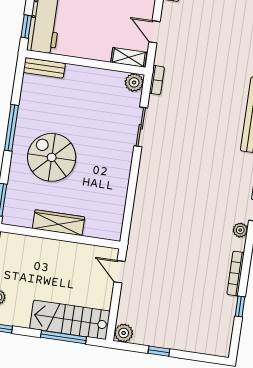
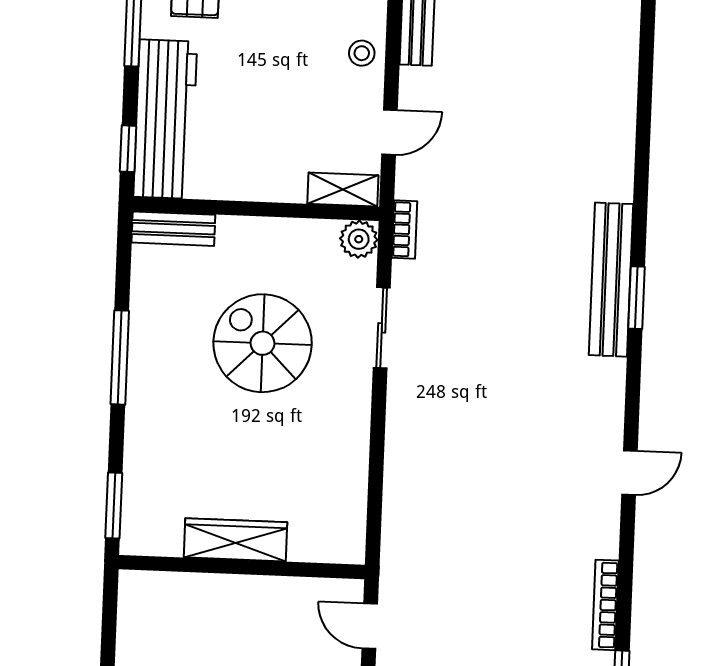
door: (155, 32) -> (390, 132), swing flipped
spiral stairs: (52, 157) -> (263, 343), moved
plant: (240, 230) -> (606, 516), removed

